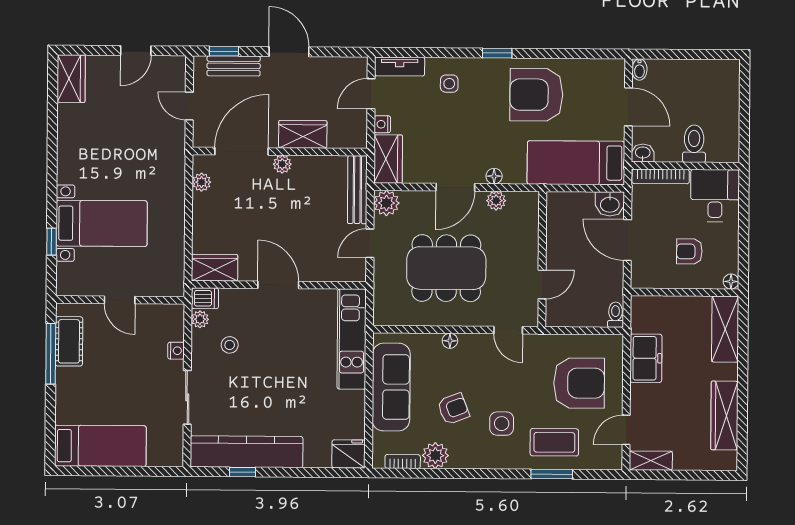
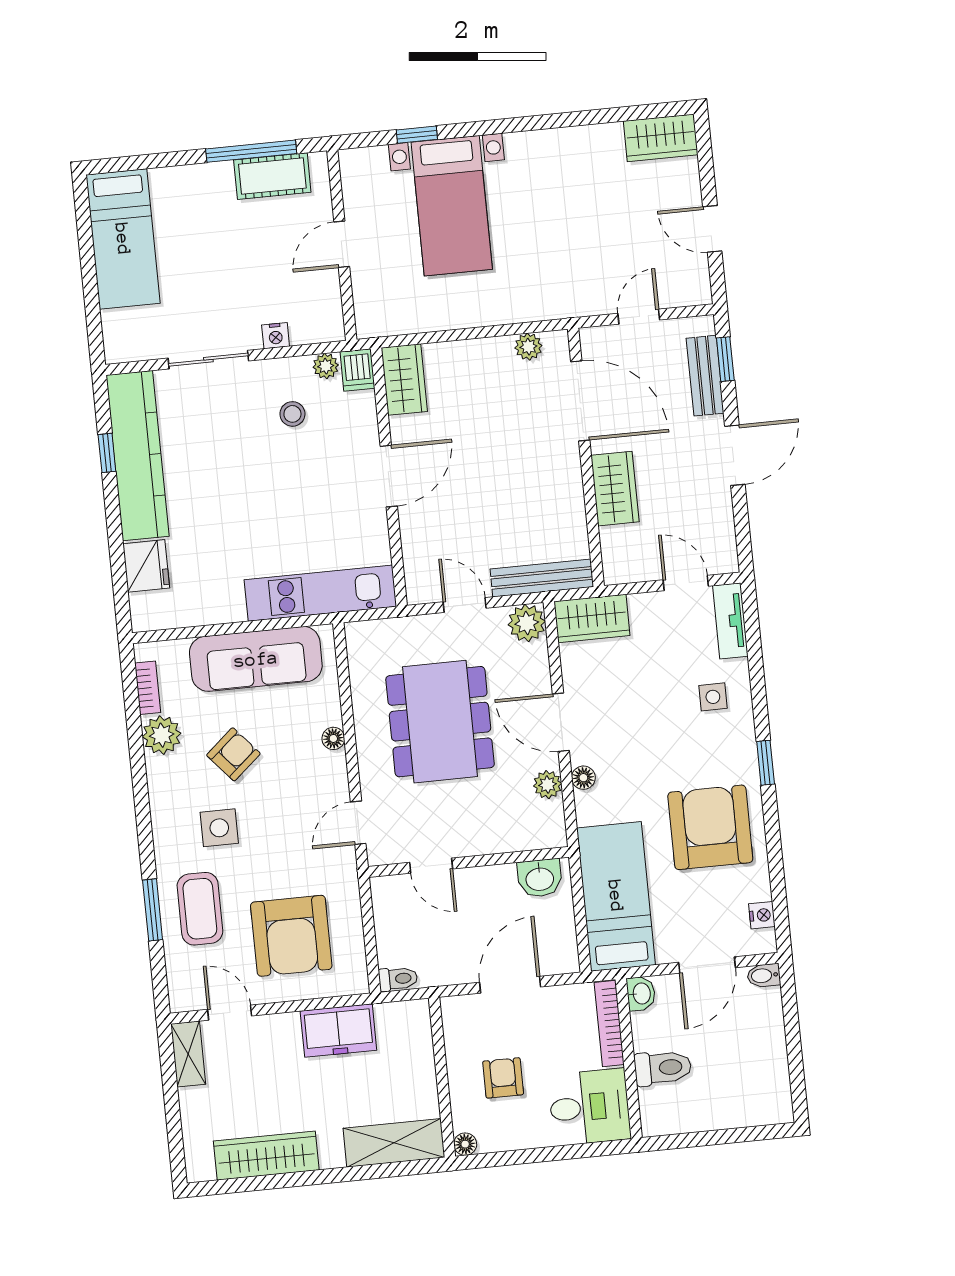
nightstand: (382, 124) -> (762, 915), moved, turned 90
plant: (282, 164) -> (568, 463), removed
washbasin: (610, 204) -> (540, 878), moved, turned -90
armchair: (453, 409) -> (233, 754), turned -110
fridge: (349, 454) -> (146, 566), moved

